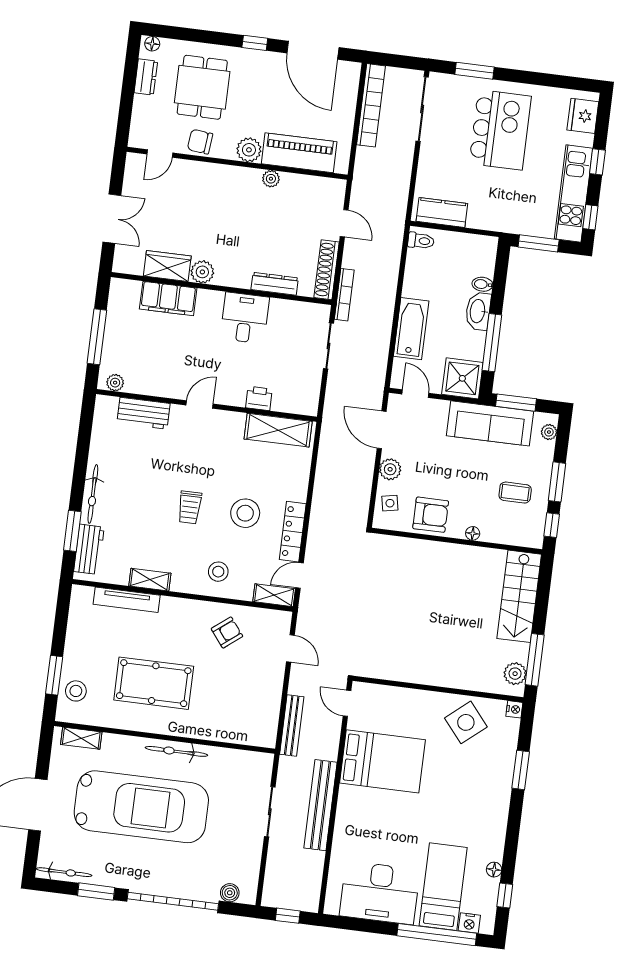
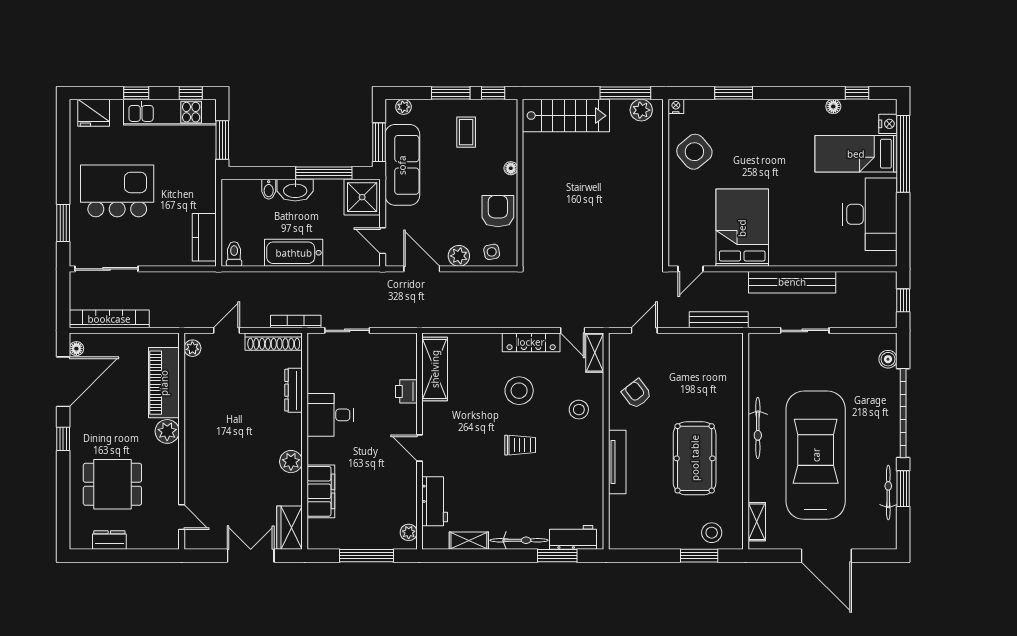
floor lamp: (152, 44) -> (76, 349), moved
chair: (200, 142) -> (165, 480), removed
plant: (271, 179) -> (192, 348), moved
wardrobe: (167, 266) -> (290, 528), moved
bathtub: (411, 329) -> (294, 253), moved
door: (415, 394) -> (383, 241), hinge flipped
door: (382, 430) -> (422, 269), swing flipped
shelving: (150, 580) -> (469, 541), moved, turned 90
tv unit: (127, 600) -> (617, 462), moved
bicycle: (64, 872) -> (888, 492), moved

